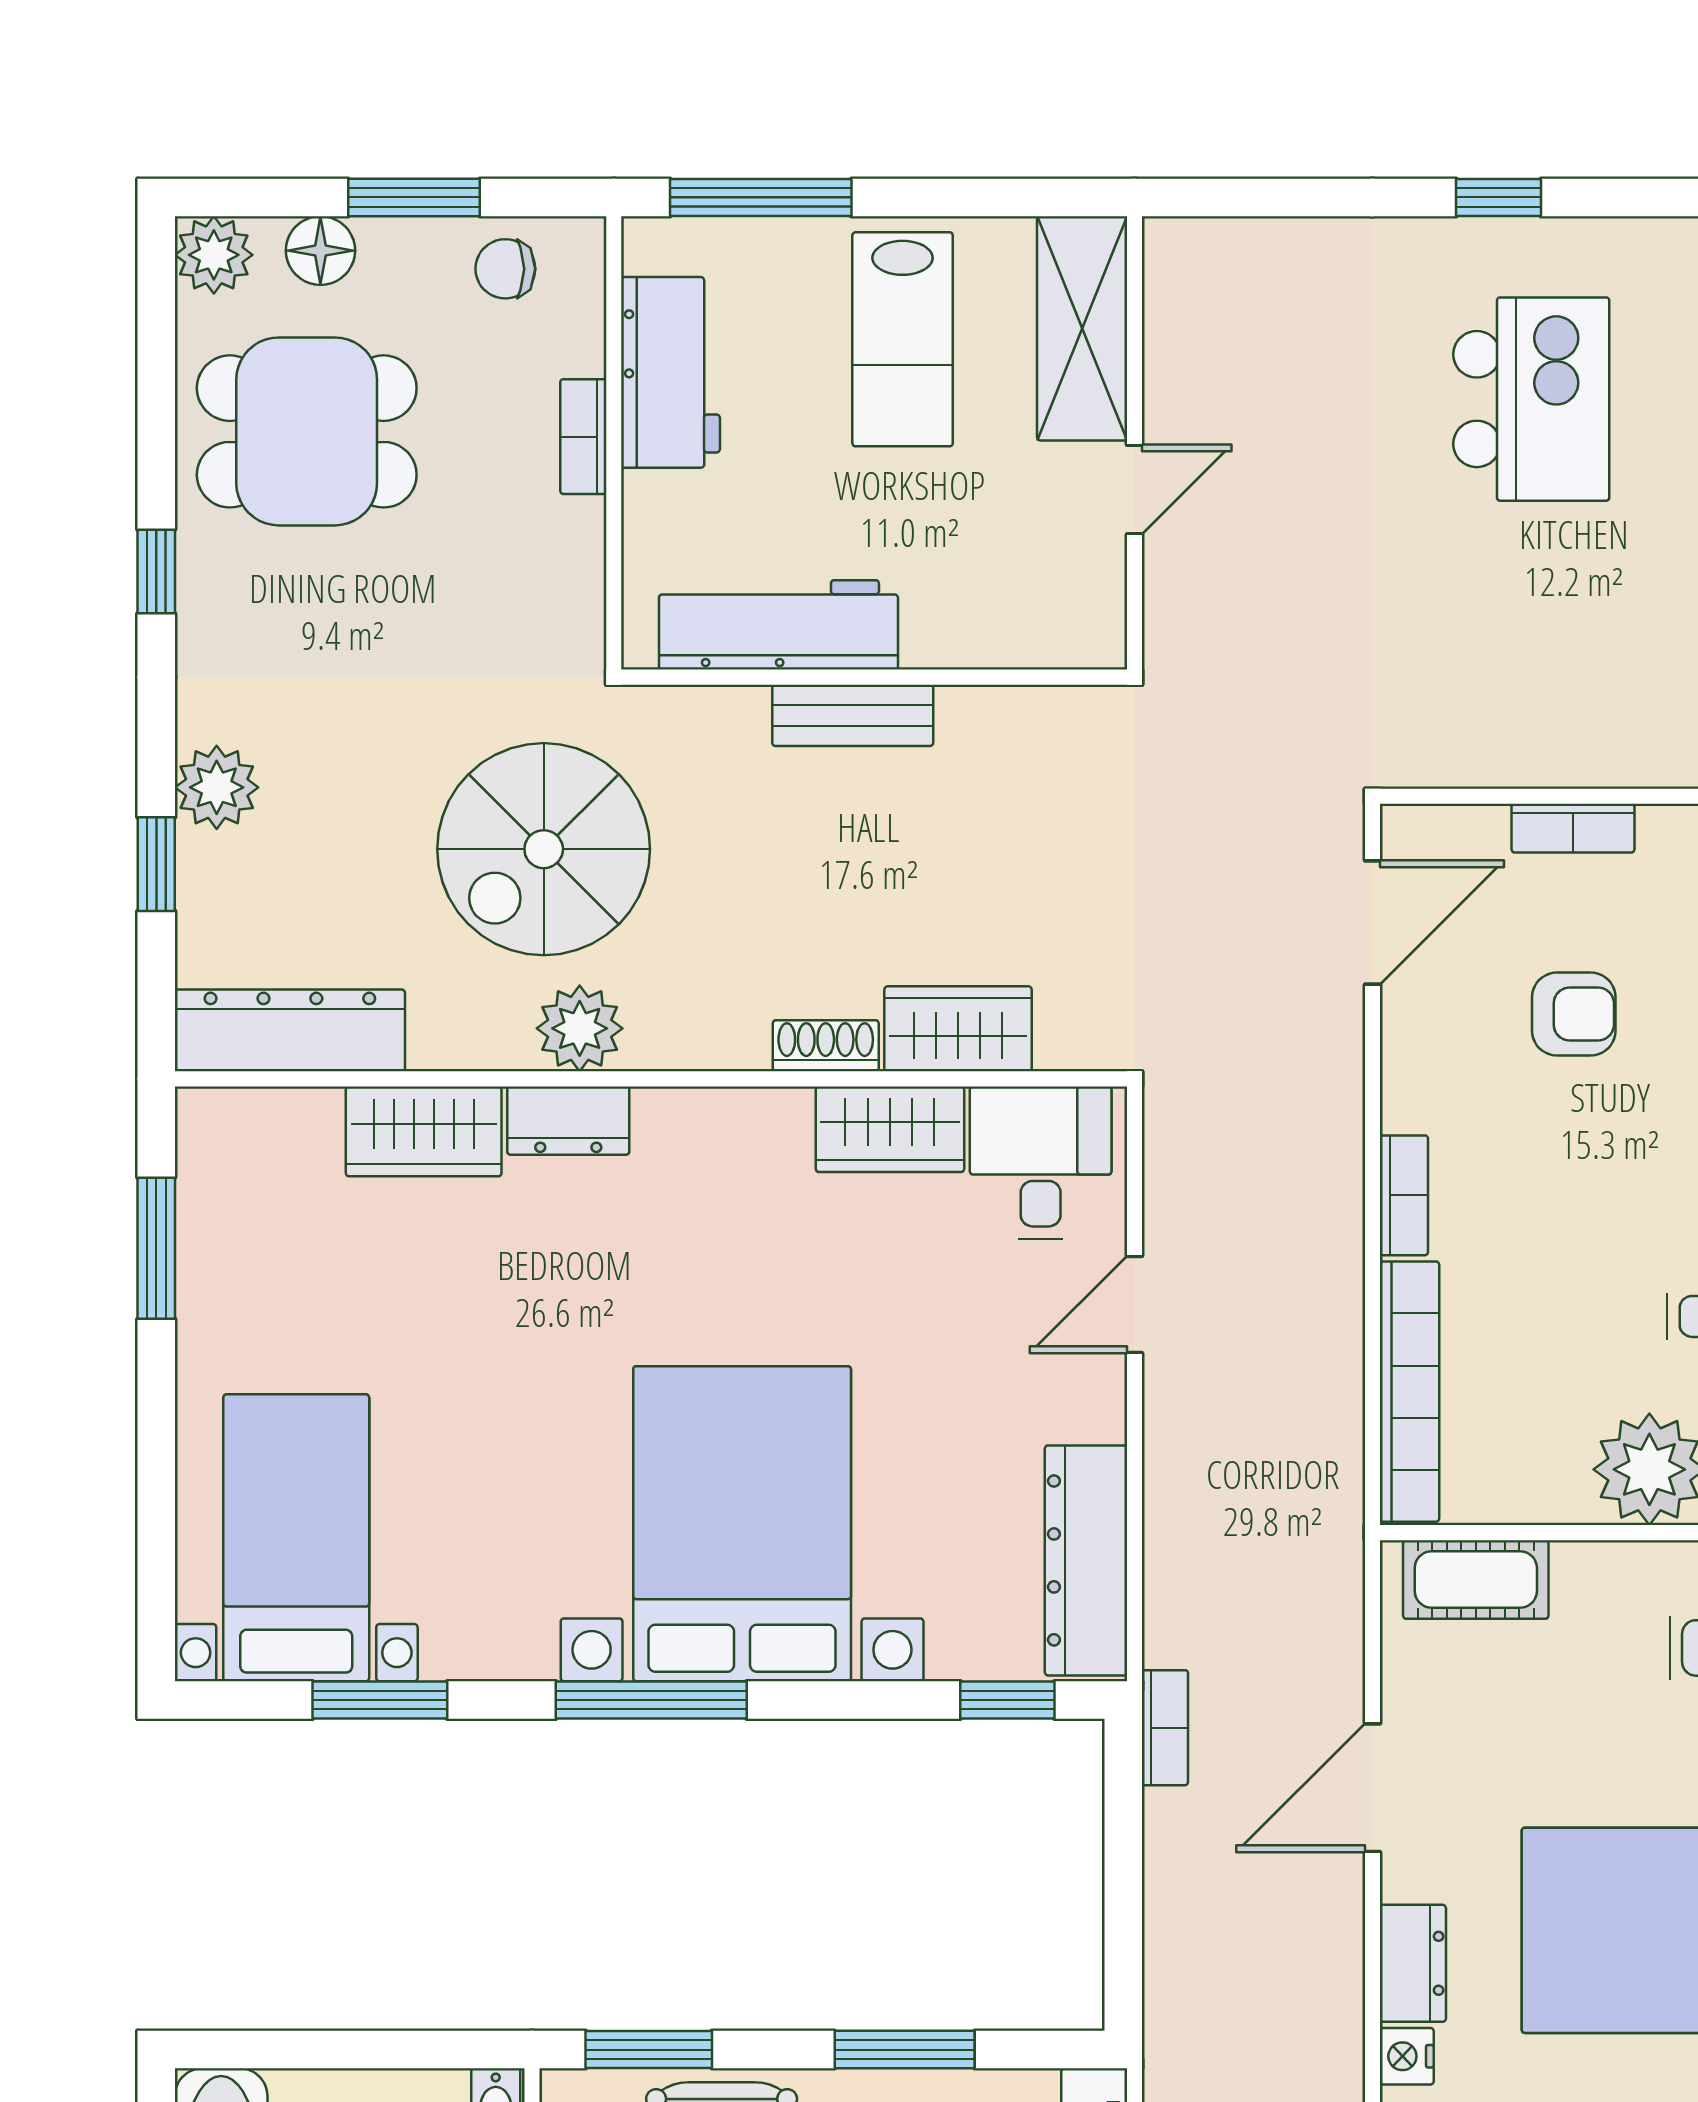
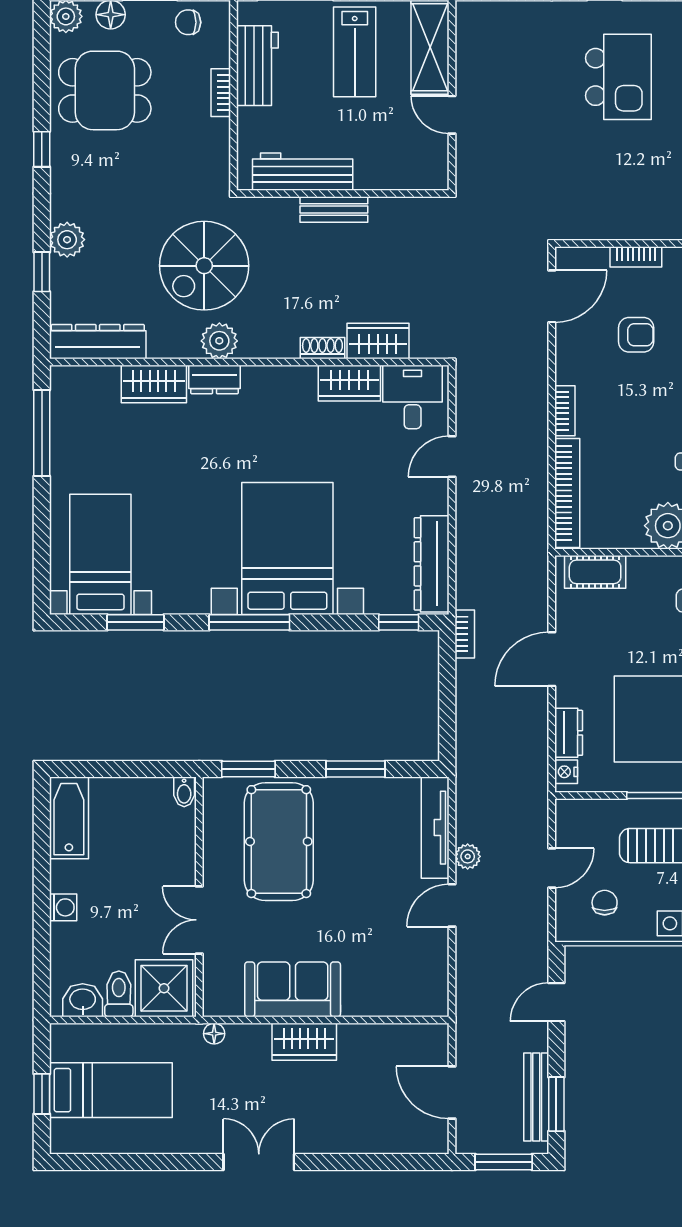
door: (1134, 489) -> (452, 115), swing flipped
window: (156, 1248) -> (42, 433), width x1.44

